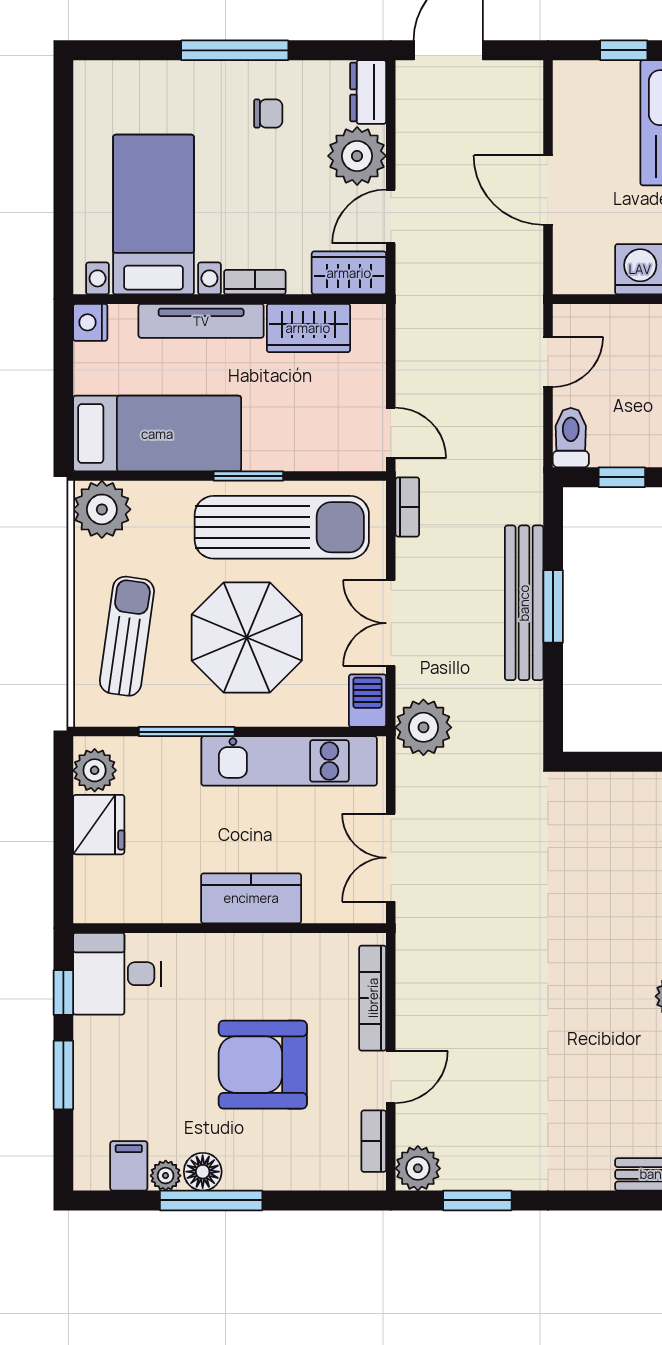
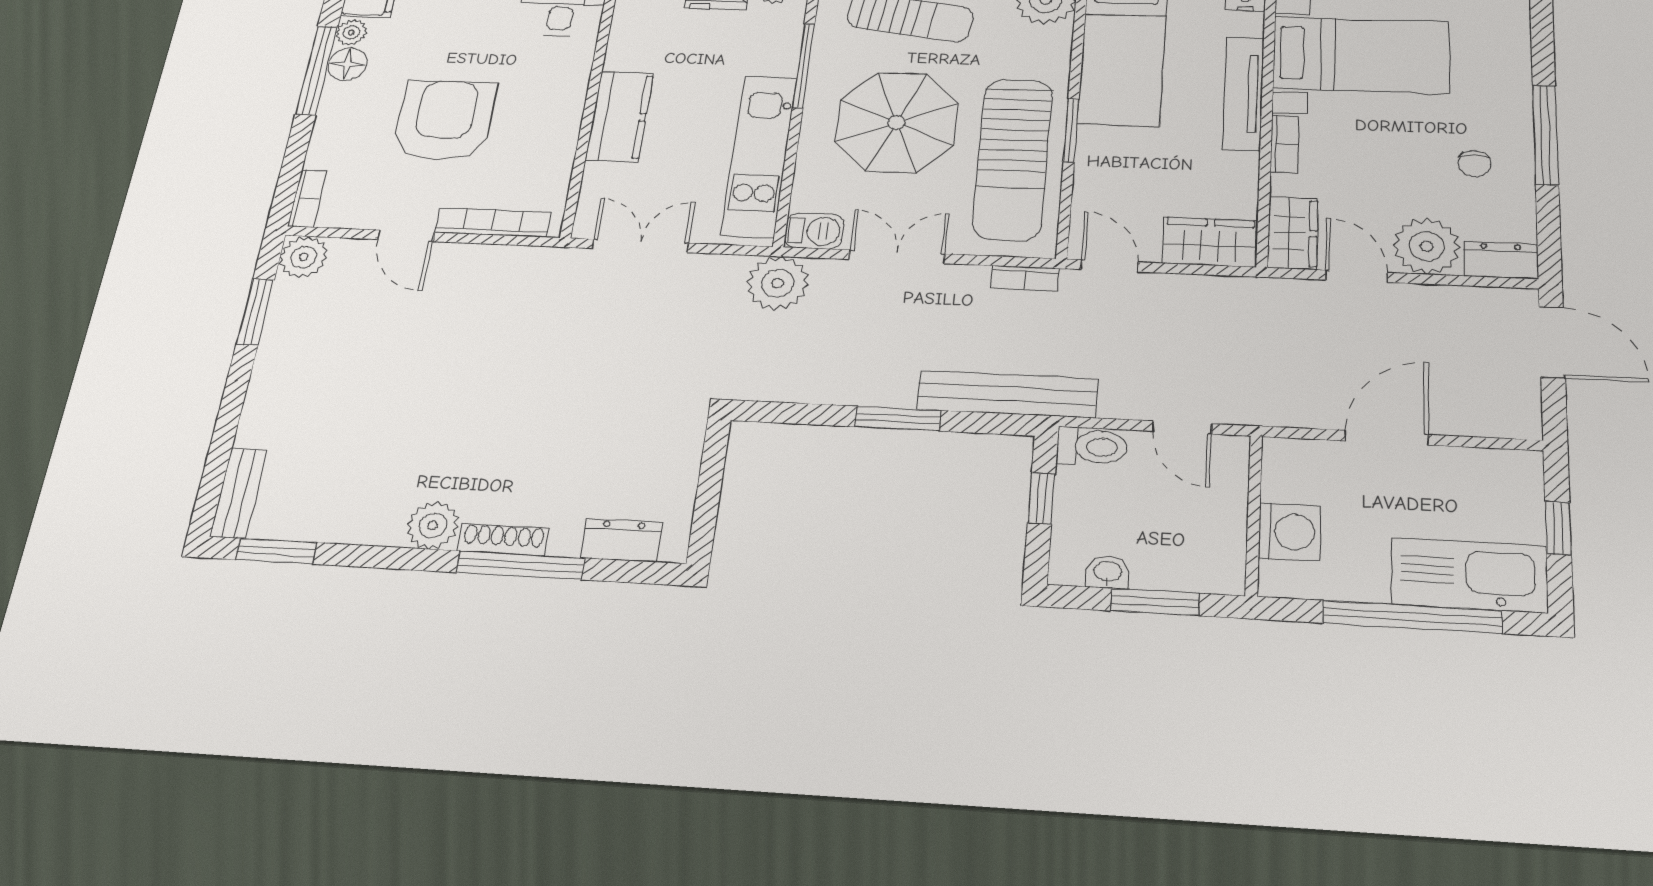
wardrobe: (308, 328) -> (1210, 242), moved, turned 90
door: (391, 433) -> (1109, 266), swing flipped
bench: (524, 603) -> (1007, 394), moved
bookcase: (374, 1141) -> (307, 199), moved, turned 90

